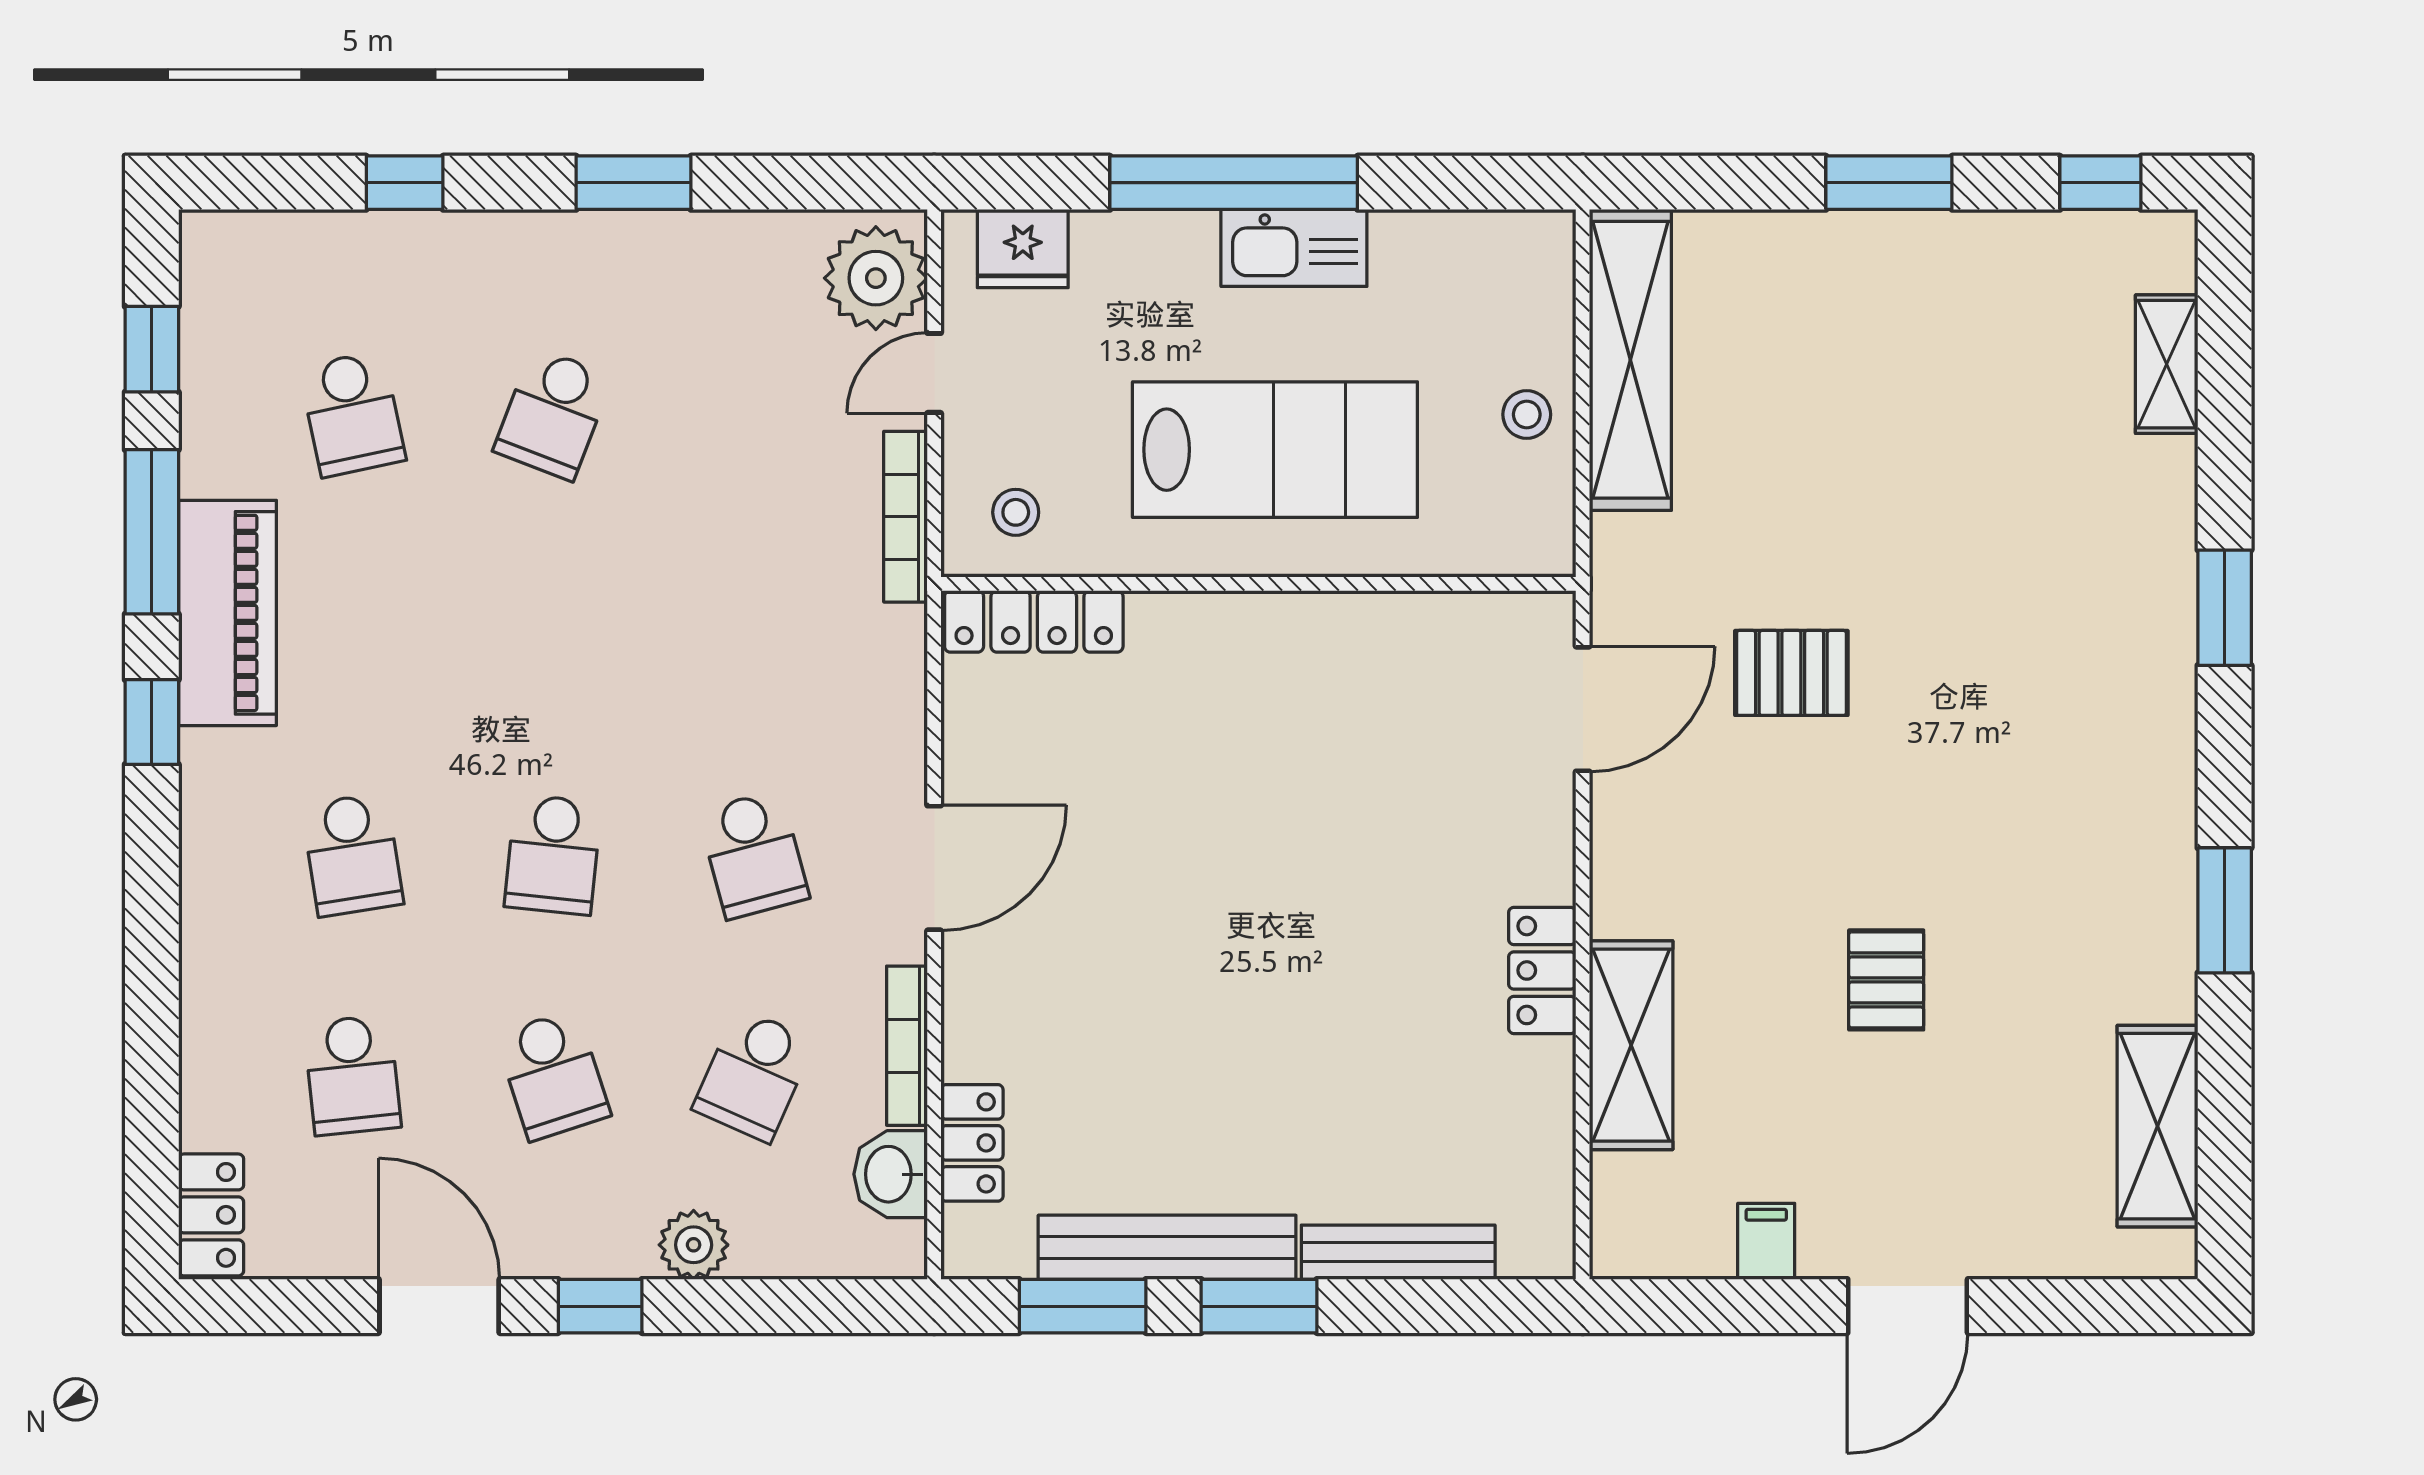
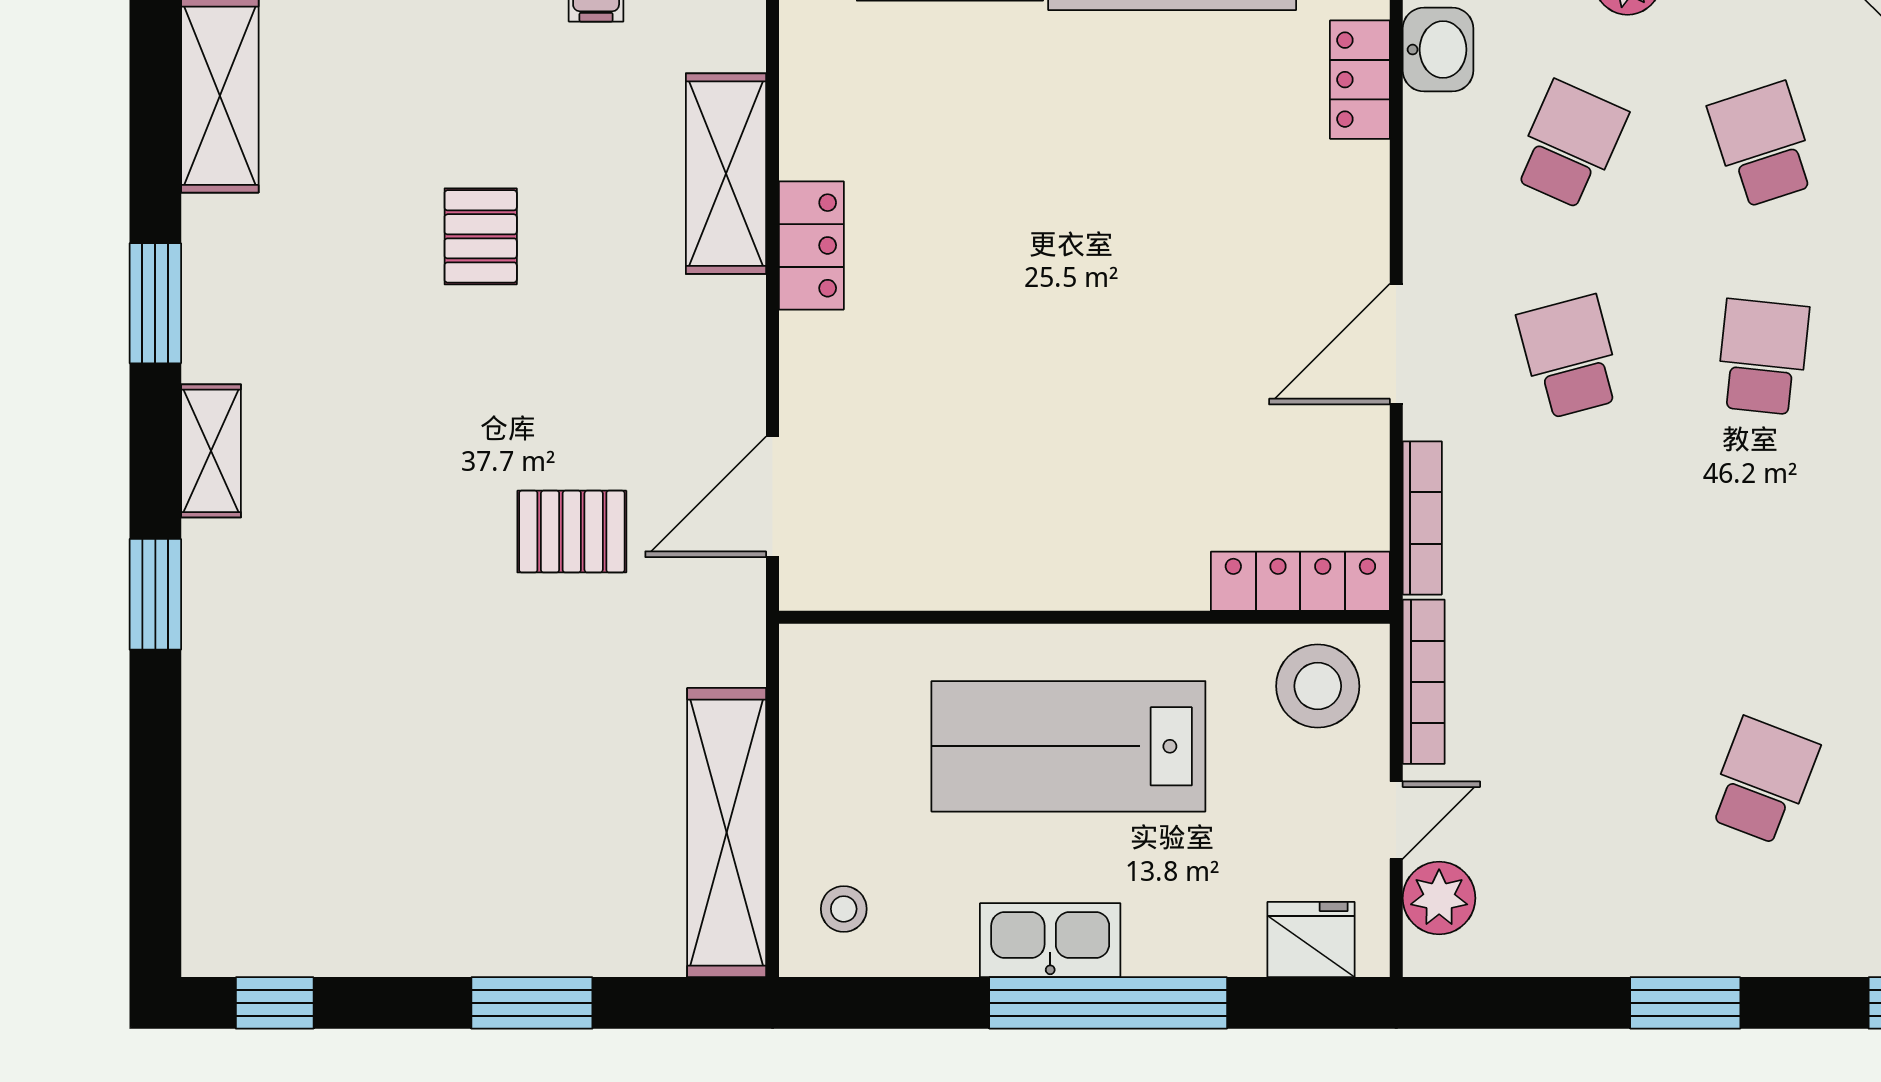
window: (1889, 183) -> (532, 1003), moved
plant: (876, 278) -> (1439, 898), width x0.73, depth x0.73
shelving: (2167, 364) -> (211, 451), moved
stool: (1527, 414) -> (844, 909), moved
stool: (1016, 512) -> (1318, 686), width x1.89, depth x1.89
bookcase: (907, 1046) -> (1422, 518), moved

